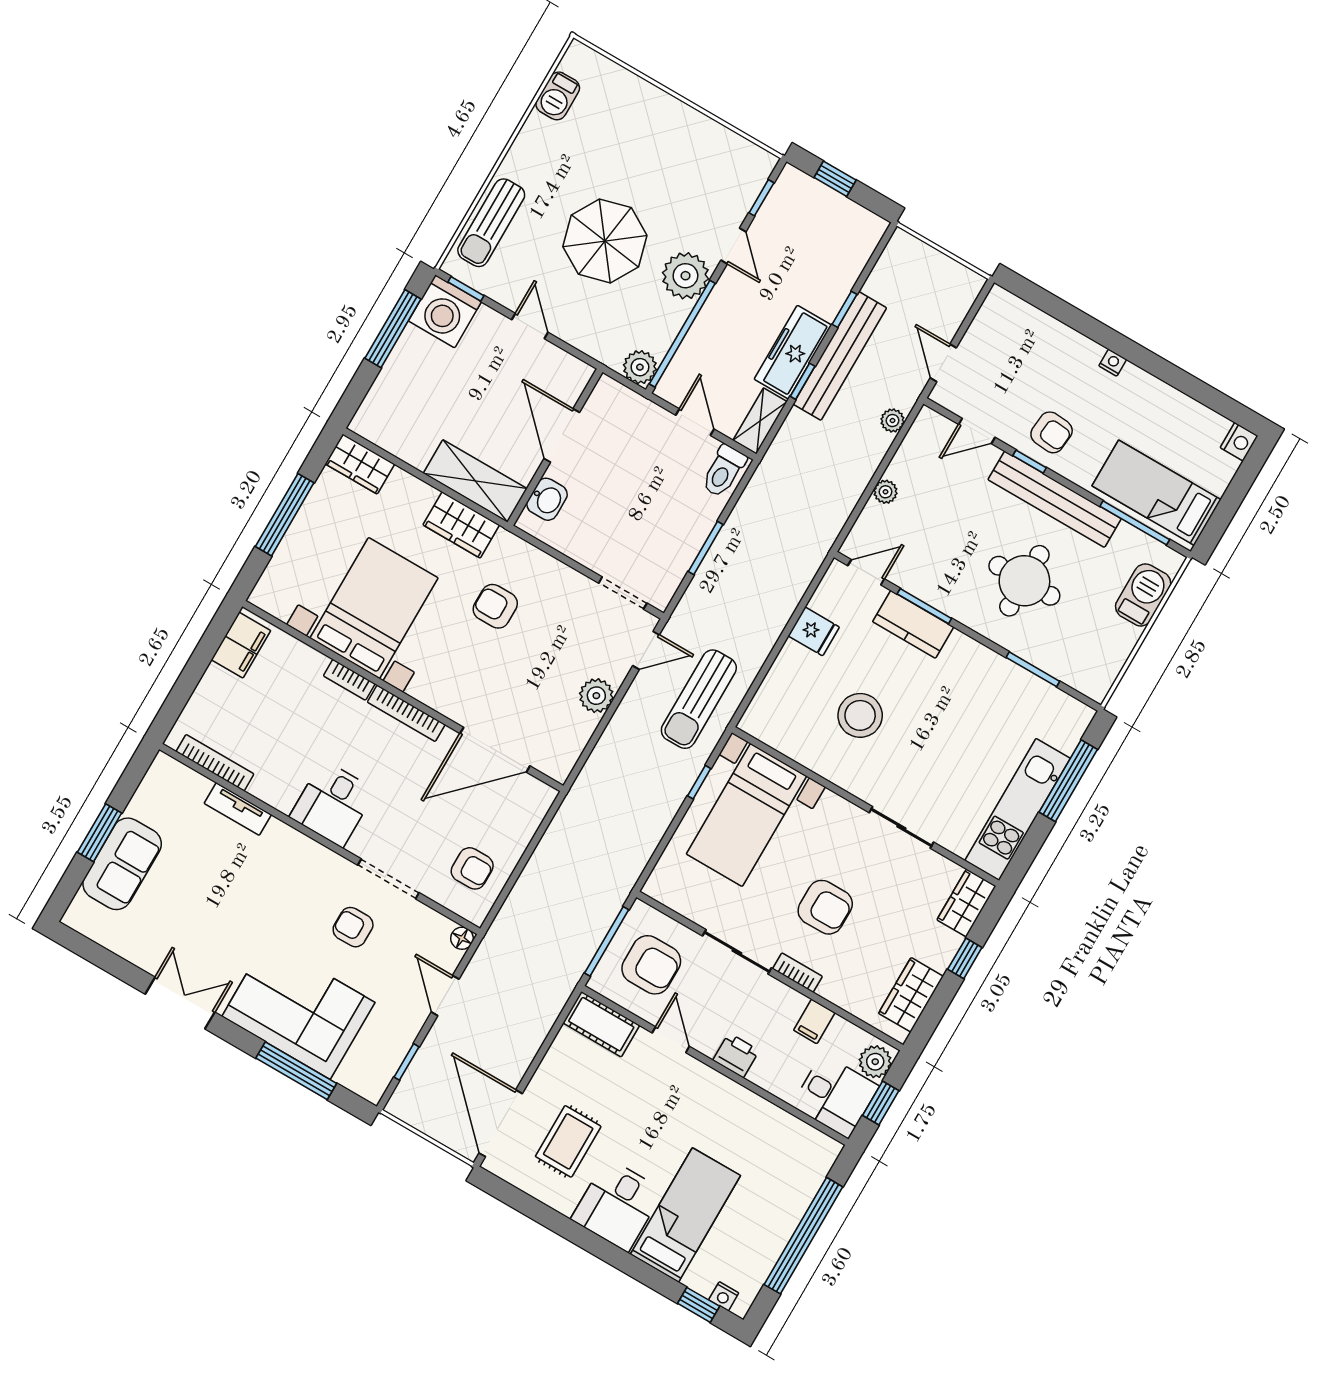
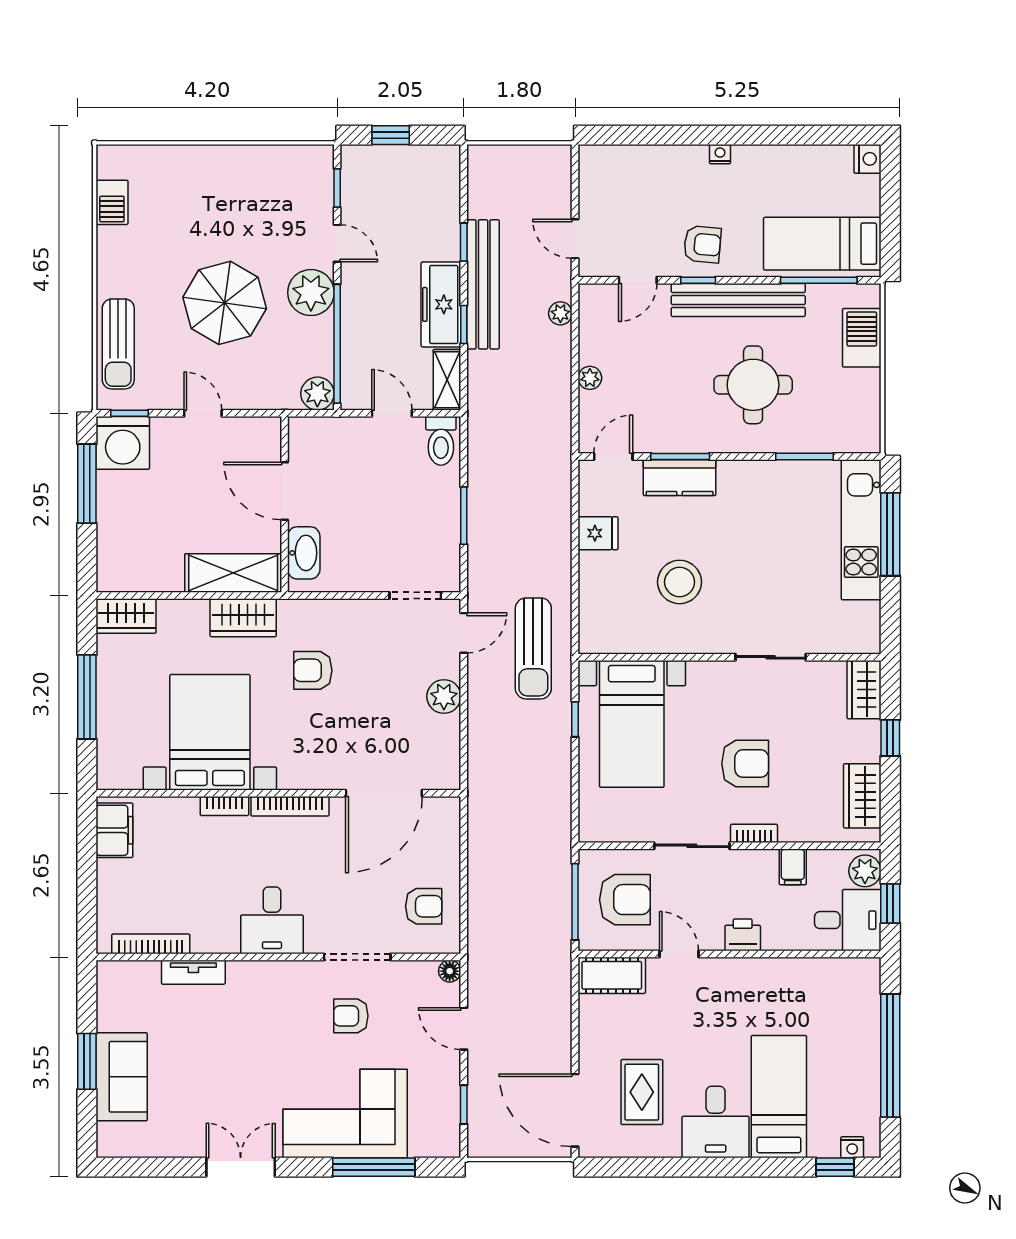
washbasin: (547, 499) -> (304, 553), width x1.38
kitchen unit: (1018, 809) -> (861, 530), moved

